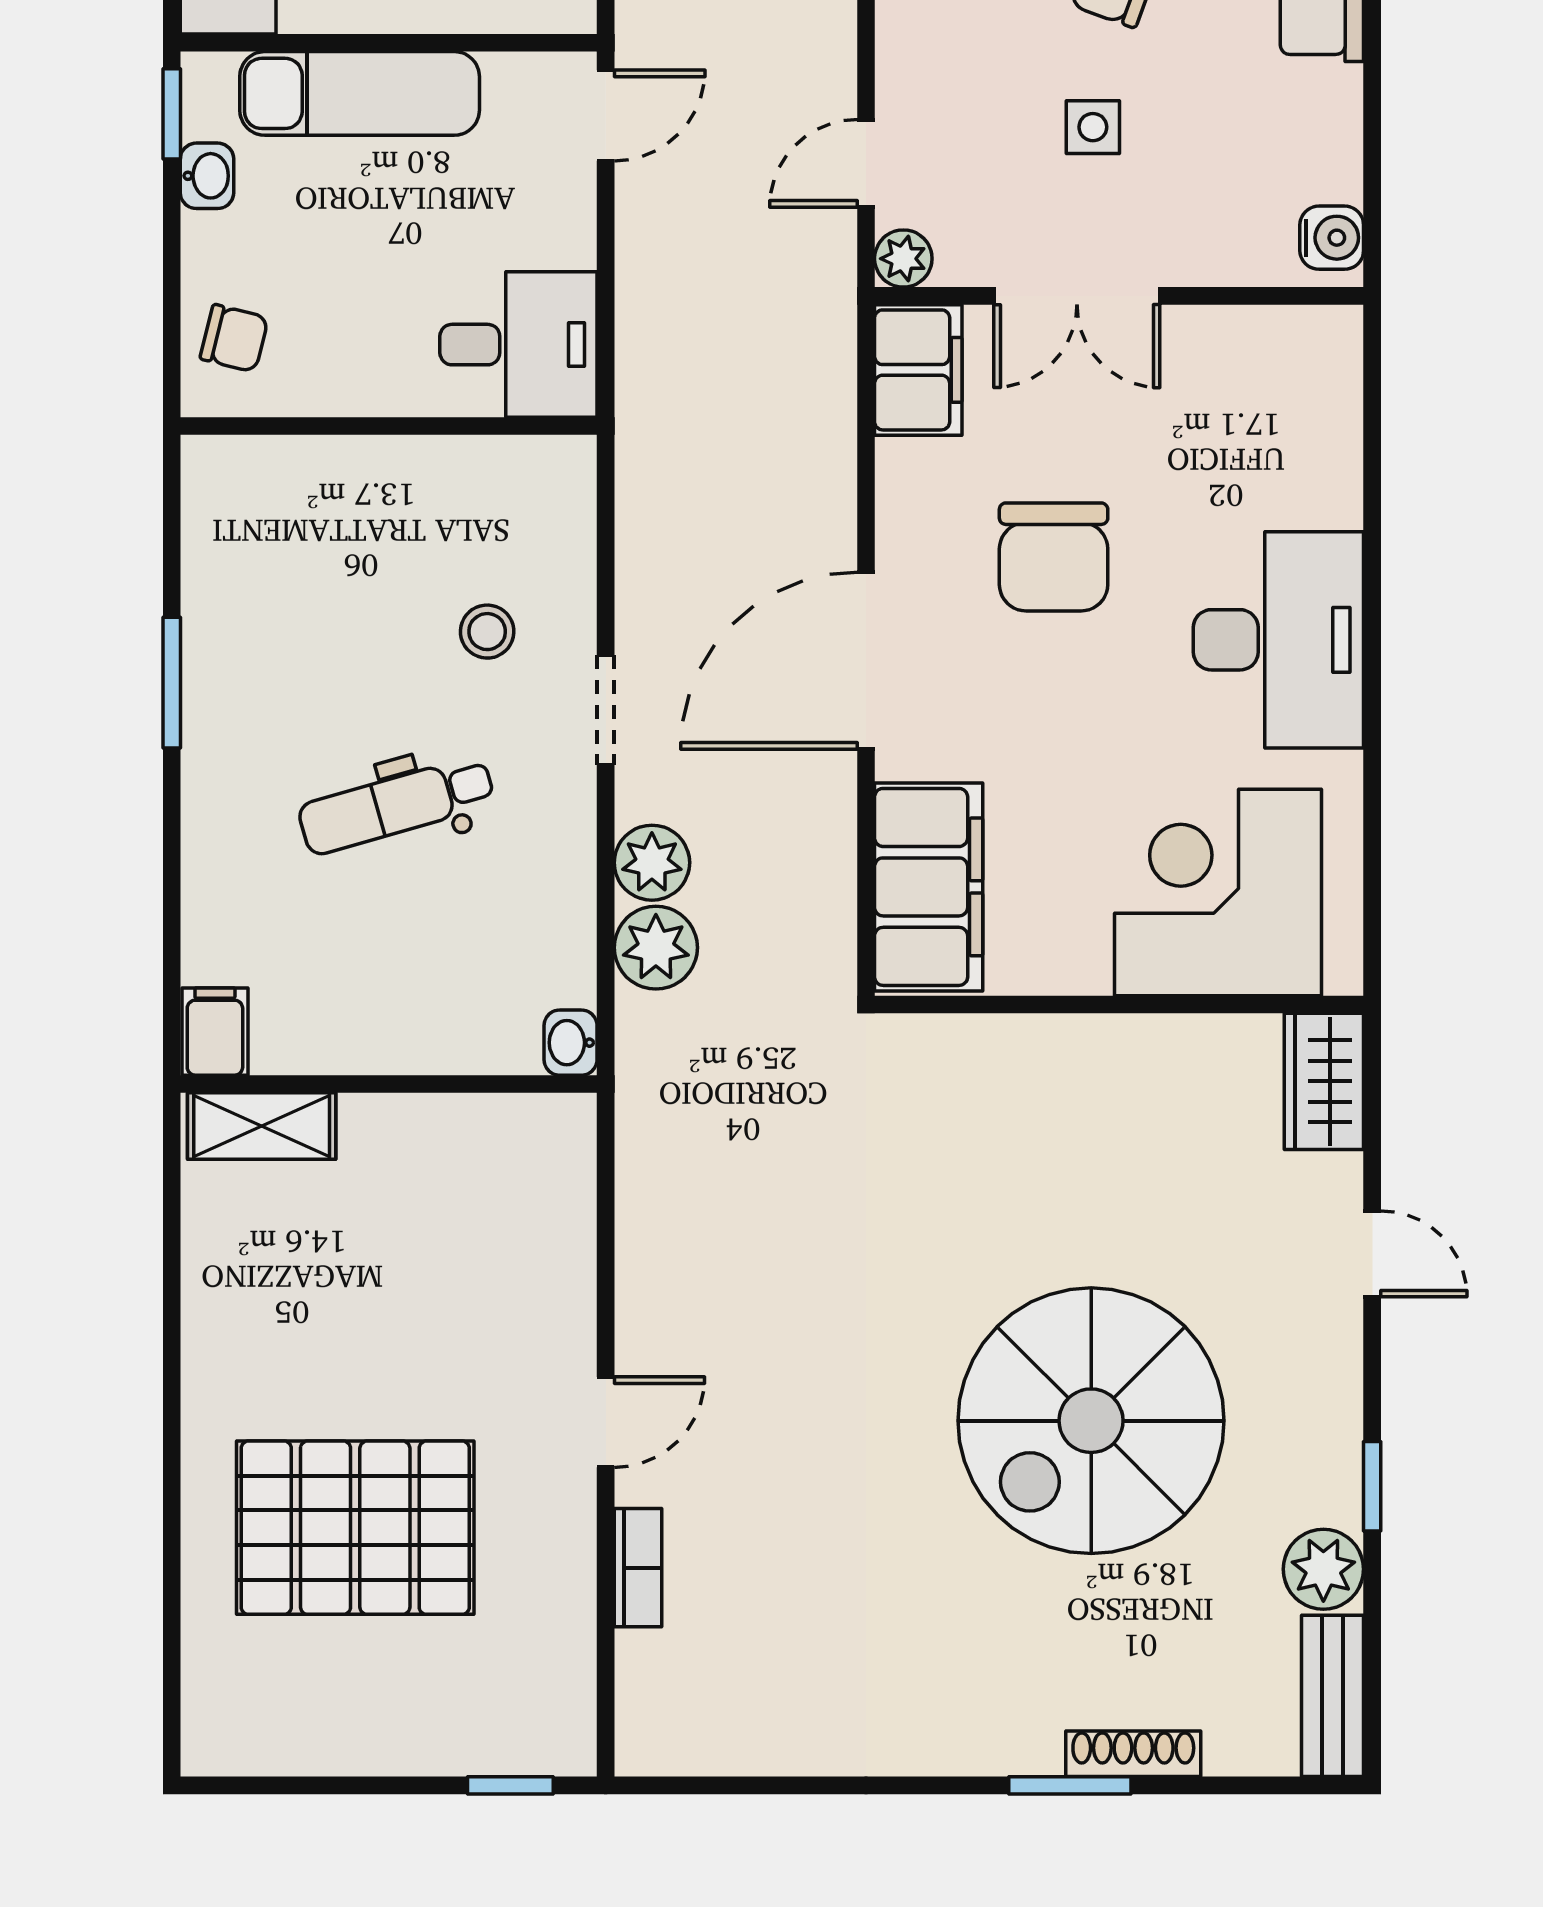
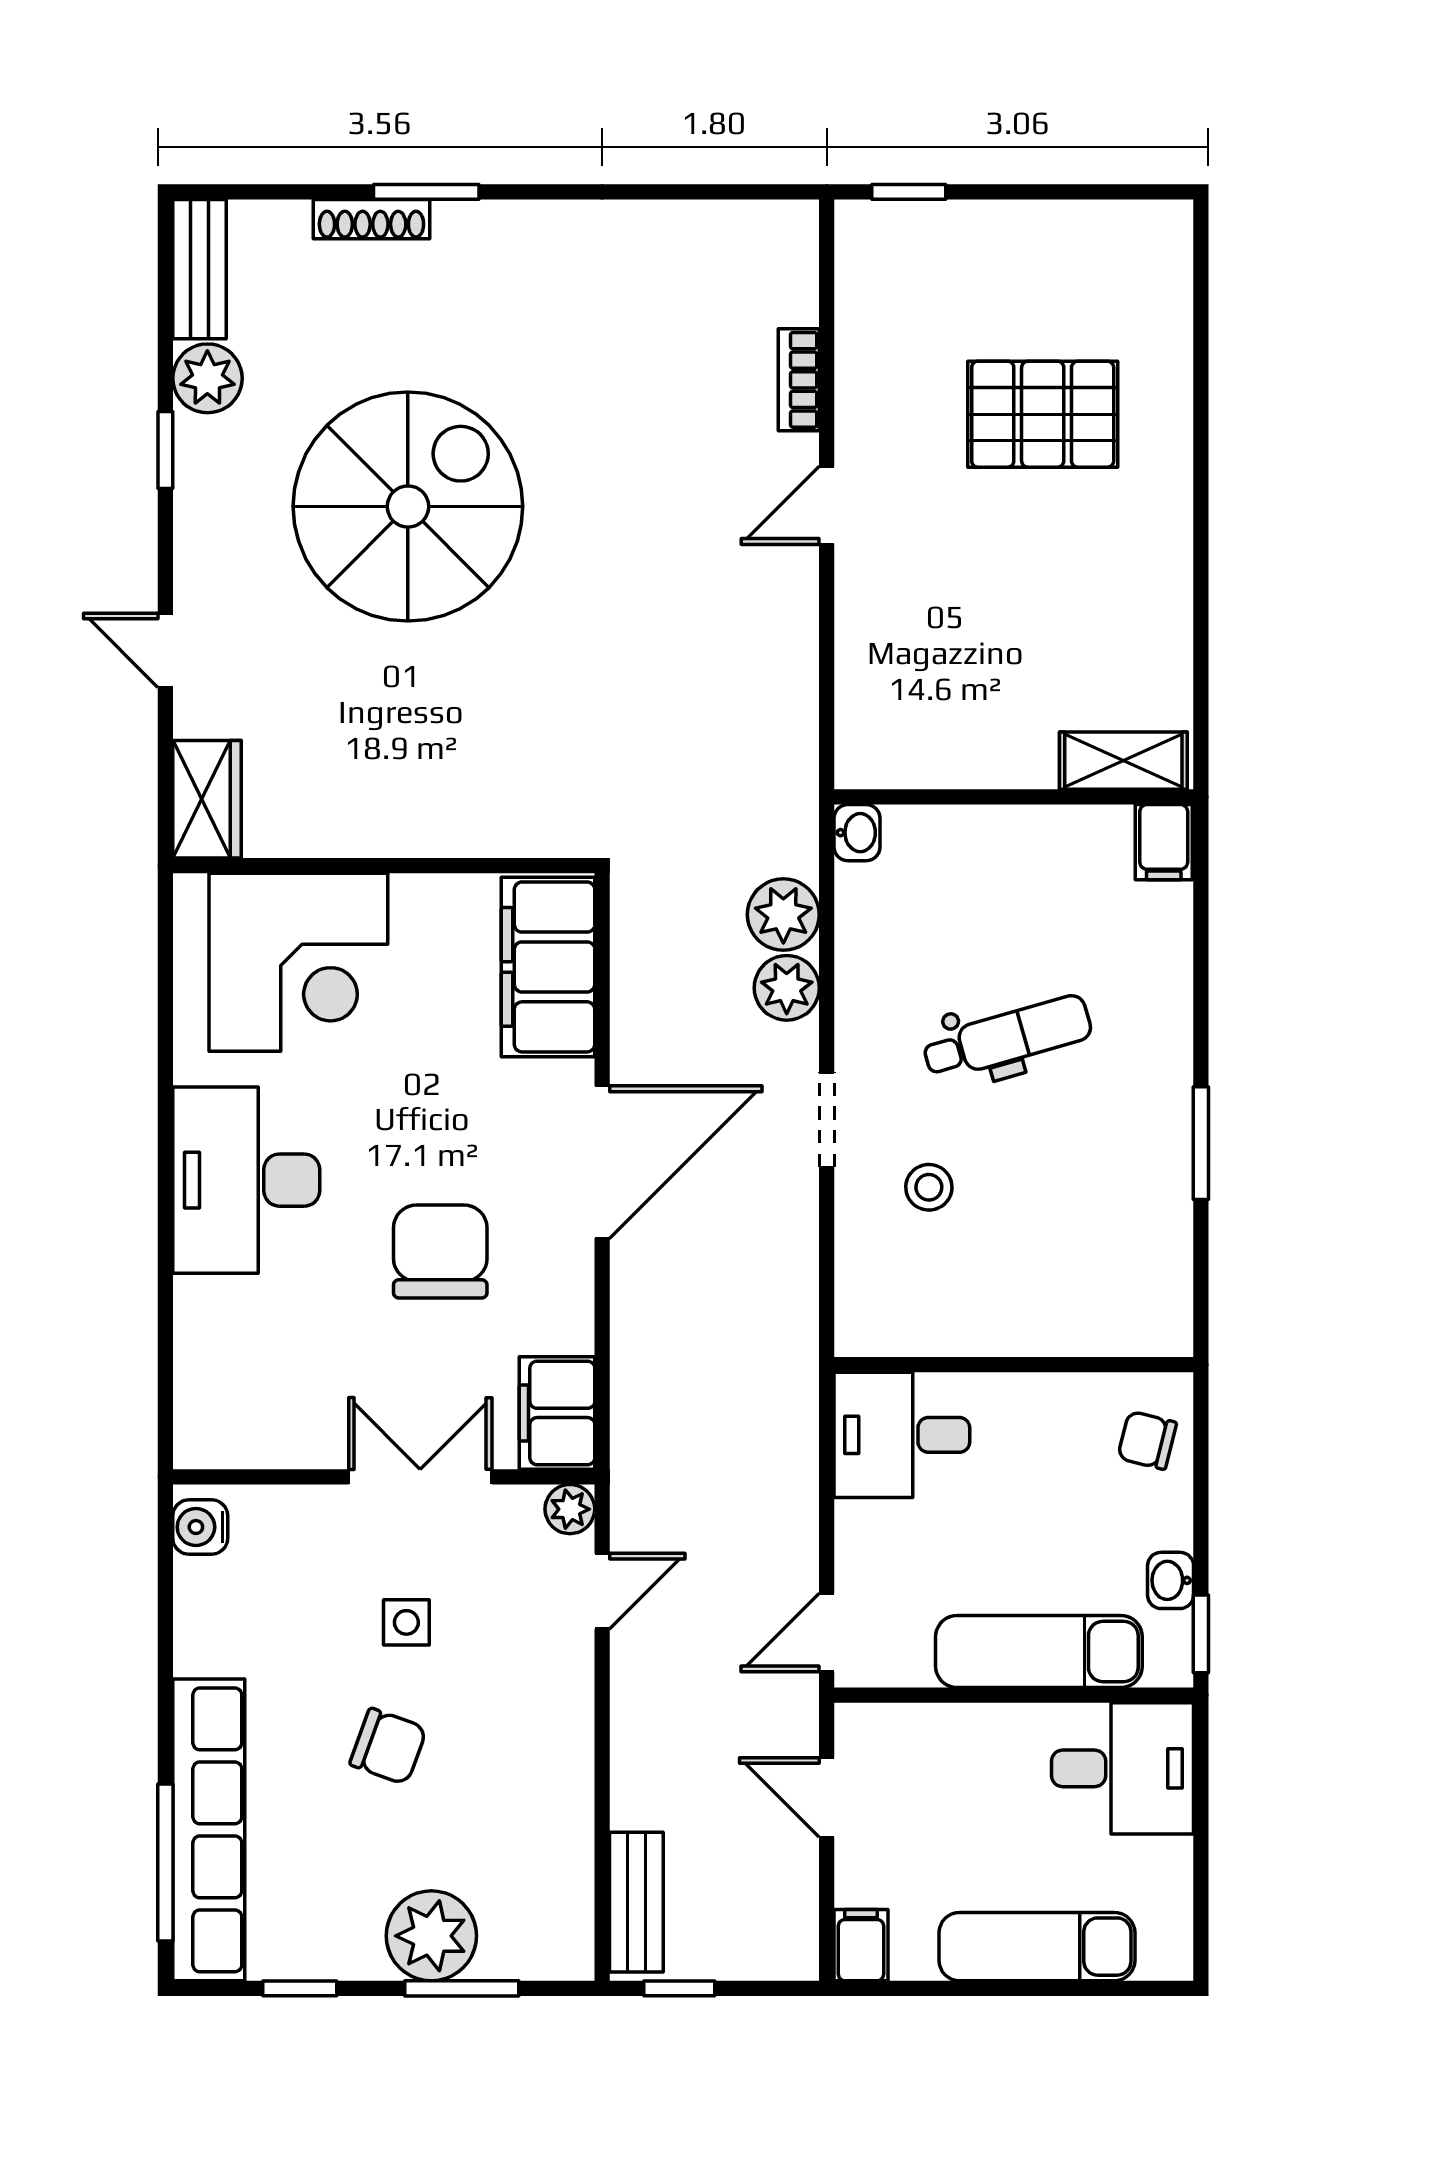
pallet: (355, 1528) -> (1043, 414), width x0.73, depth x0.71

